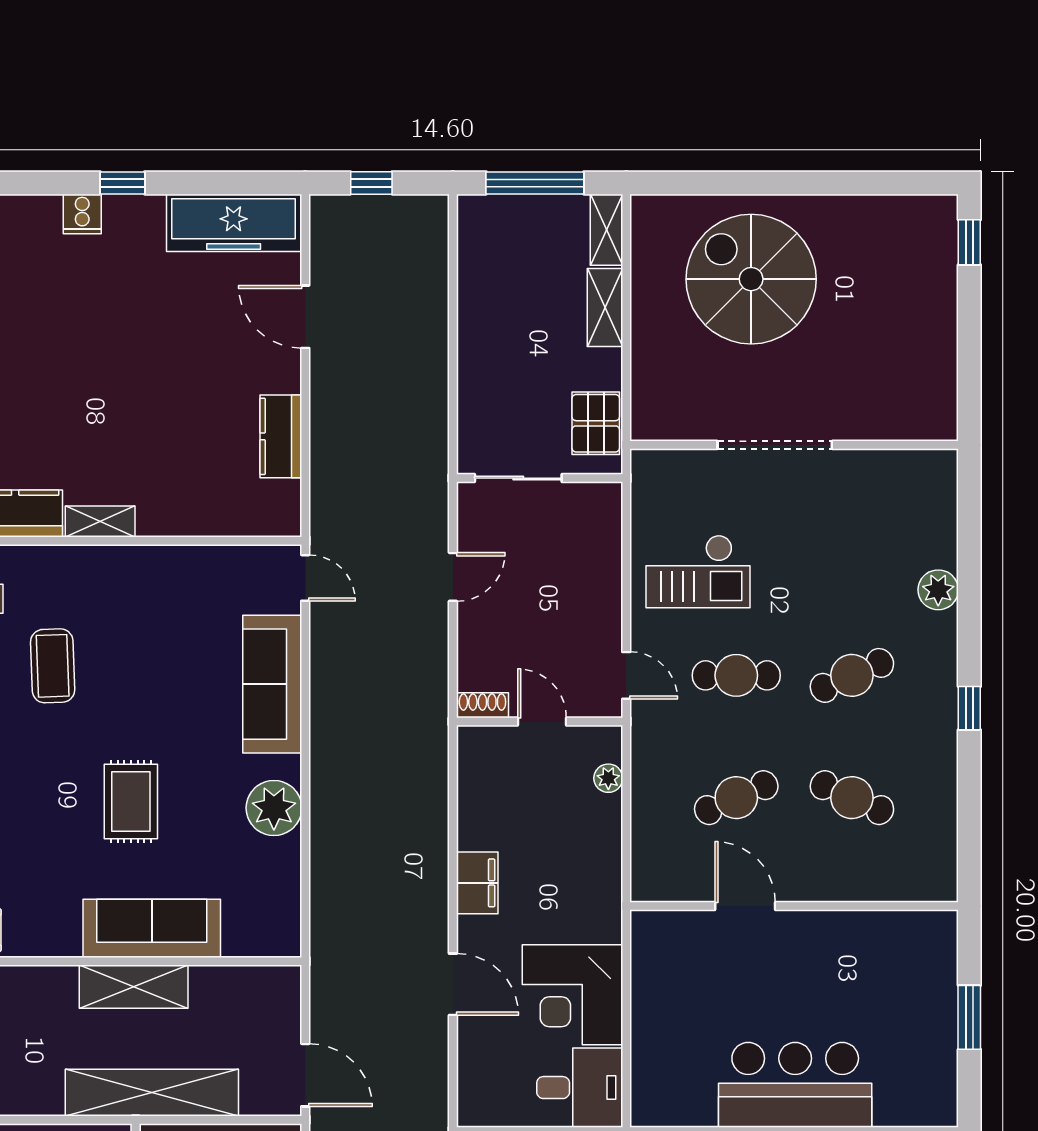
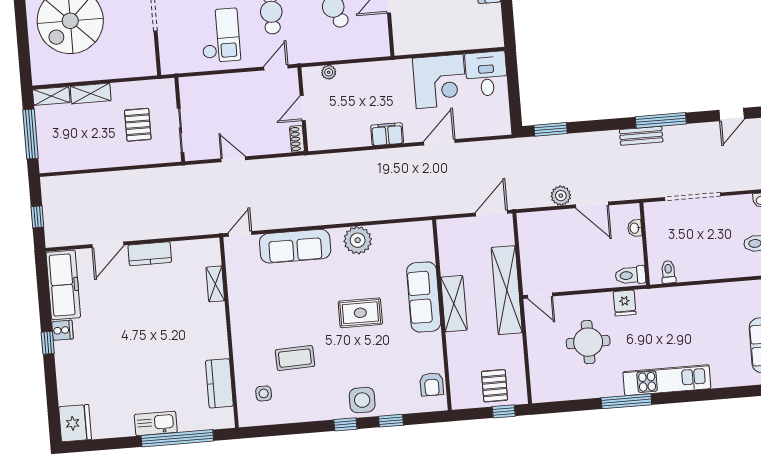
cooker: (82, 214) -> (62, 330), moved
pallet: (596, 423) -> (138, 125), moved, turned 90
kitchen counter: (281, 436) -> (150, 254), moved
shelving: (100, 521) -> (215, 284), moved

